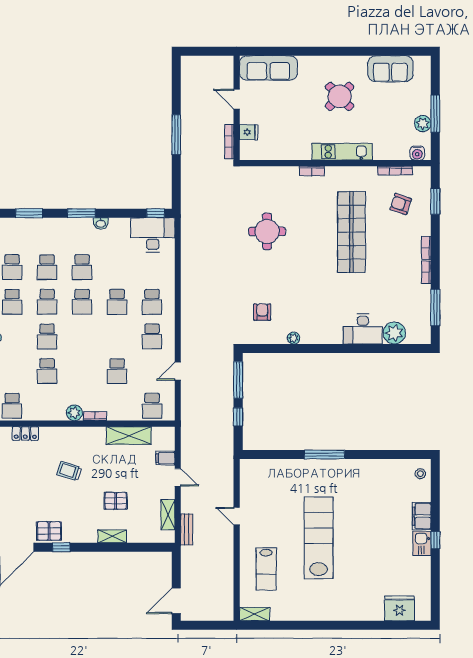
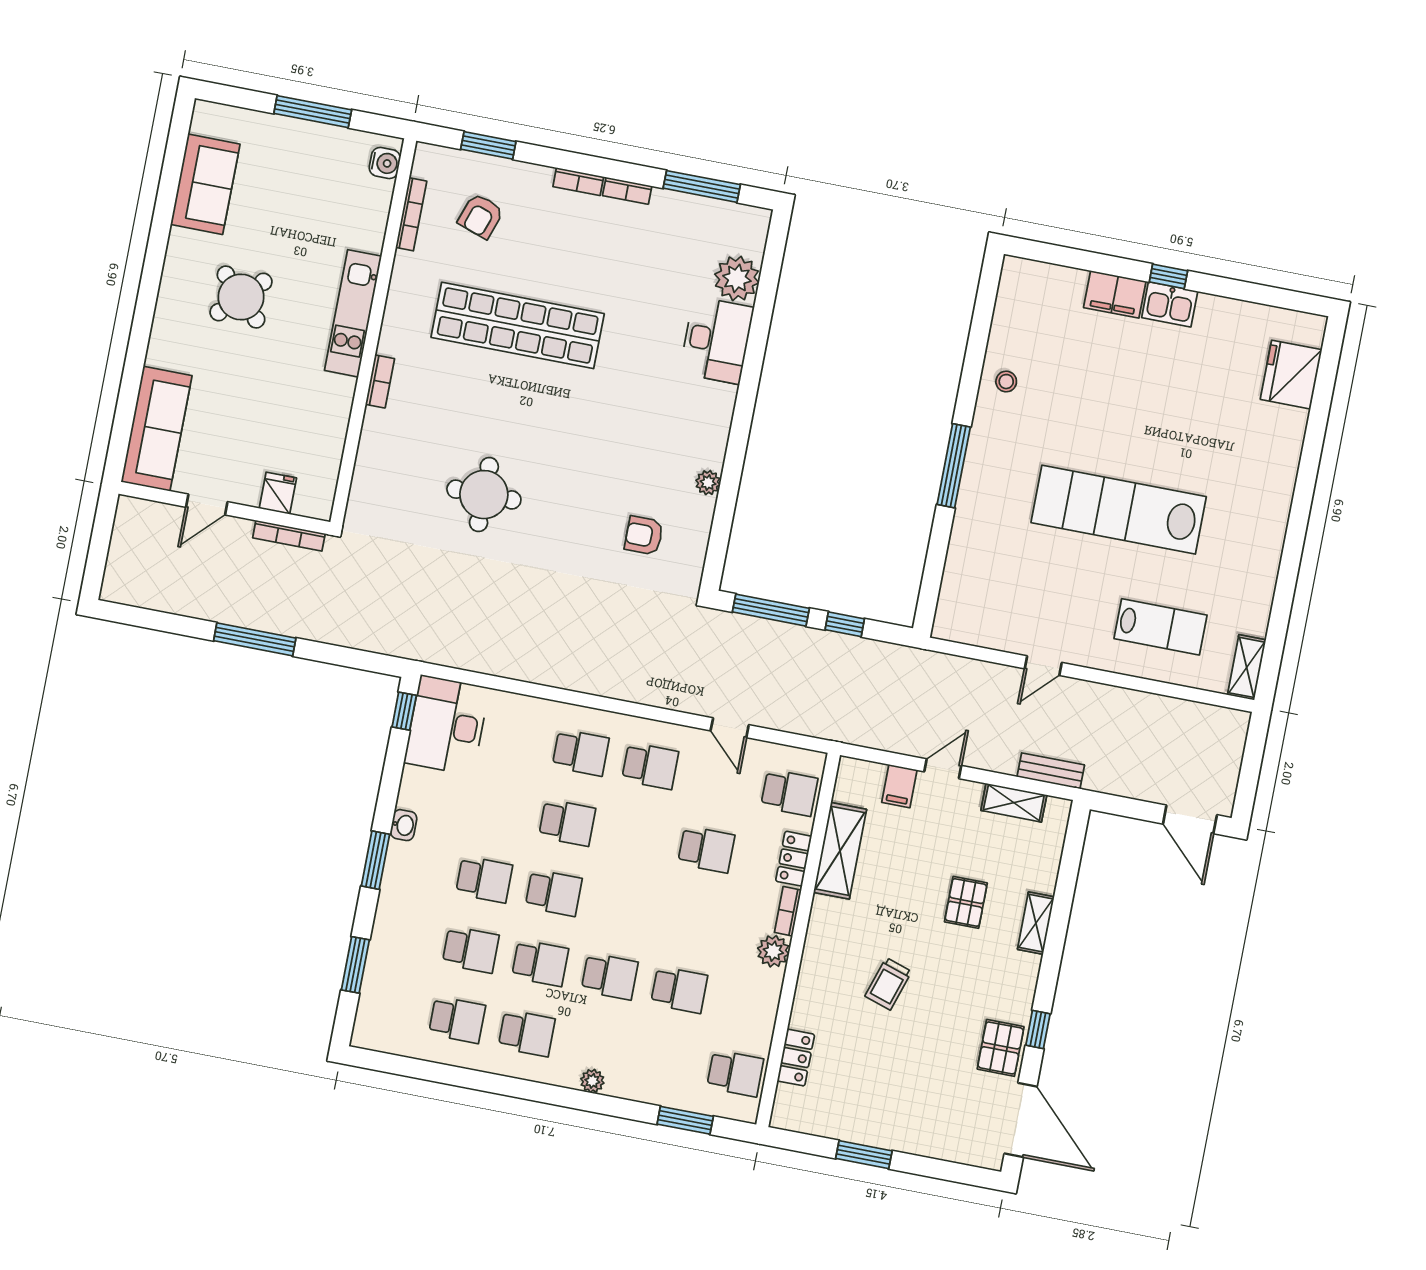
plant: (423, 124) -> (328, 141), removed
locker: (121, 414) -> (794, 859), added
stool: (420, 474) -> (1006, 382), moved

